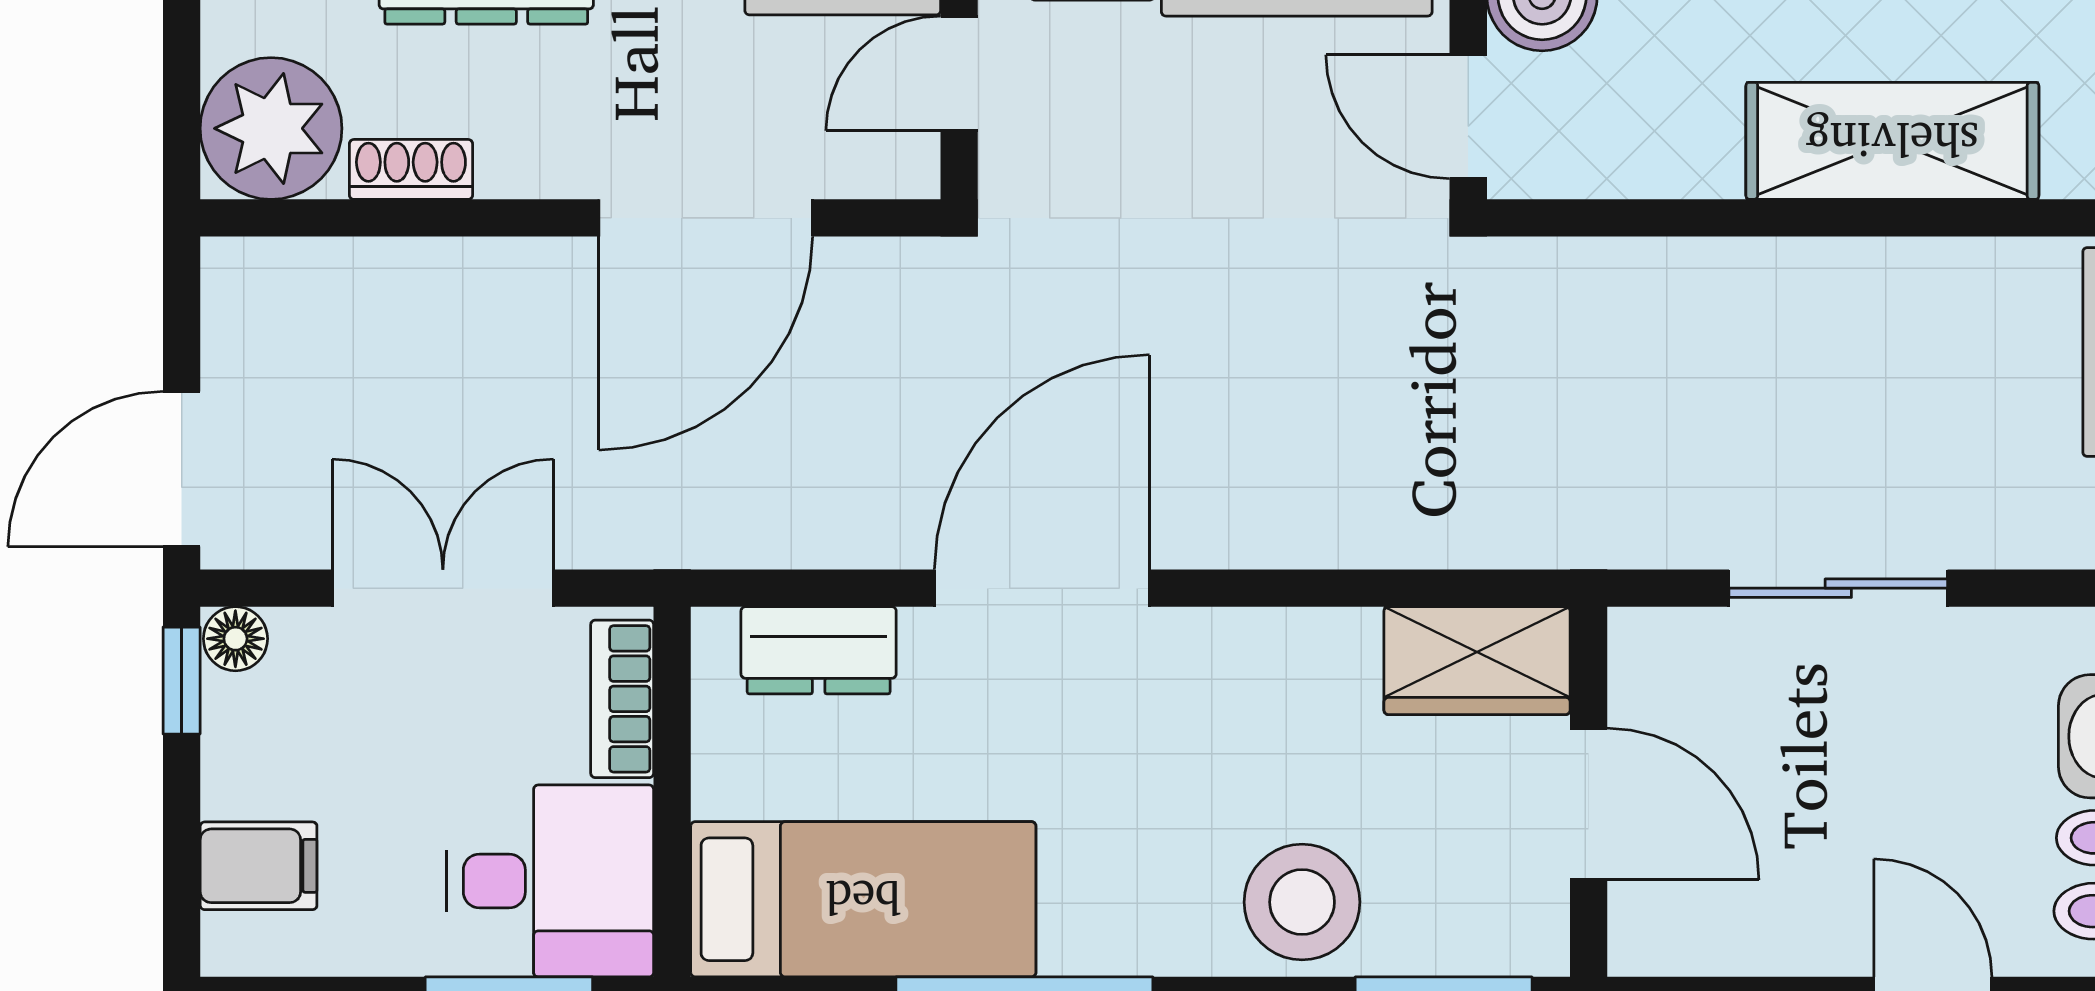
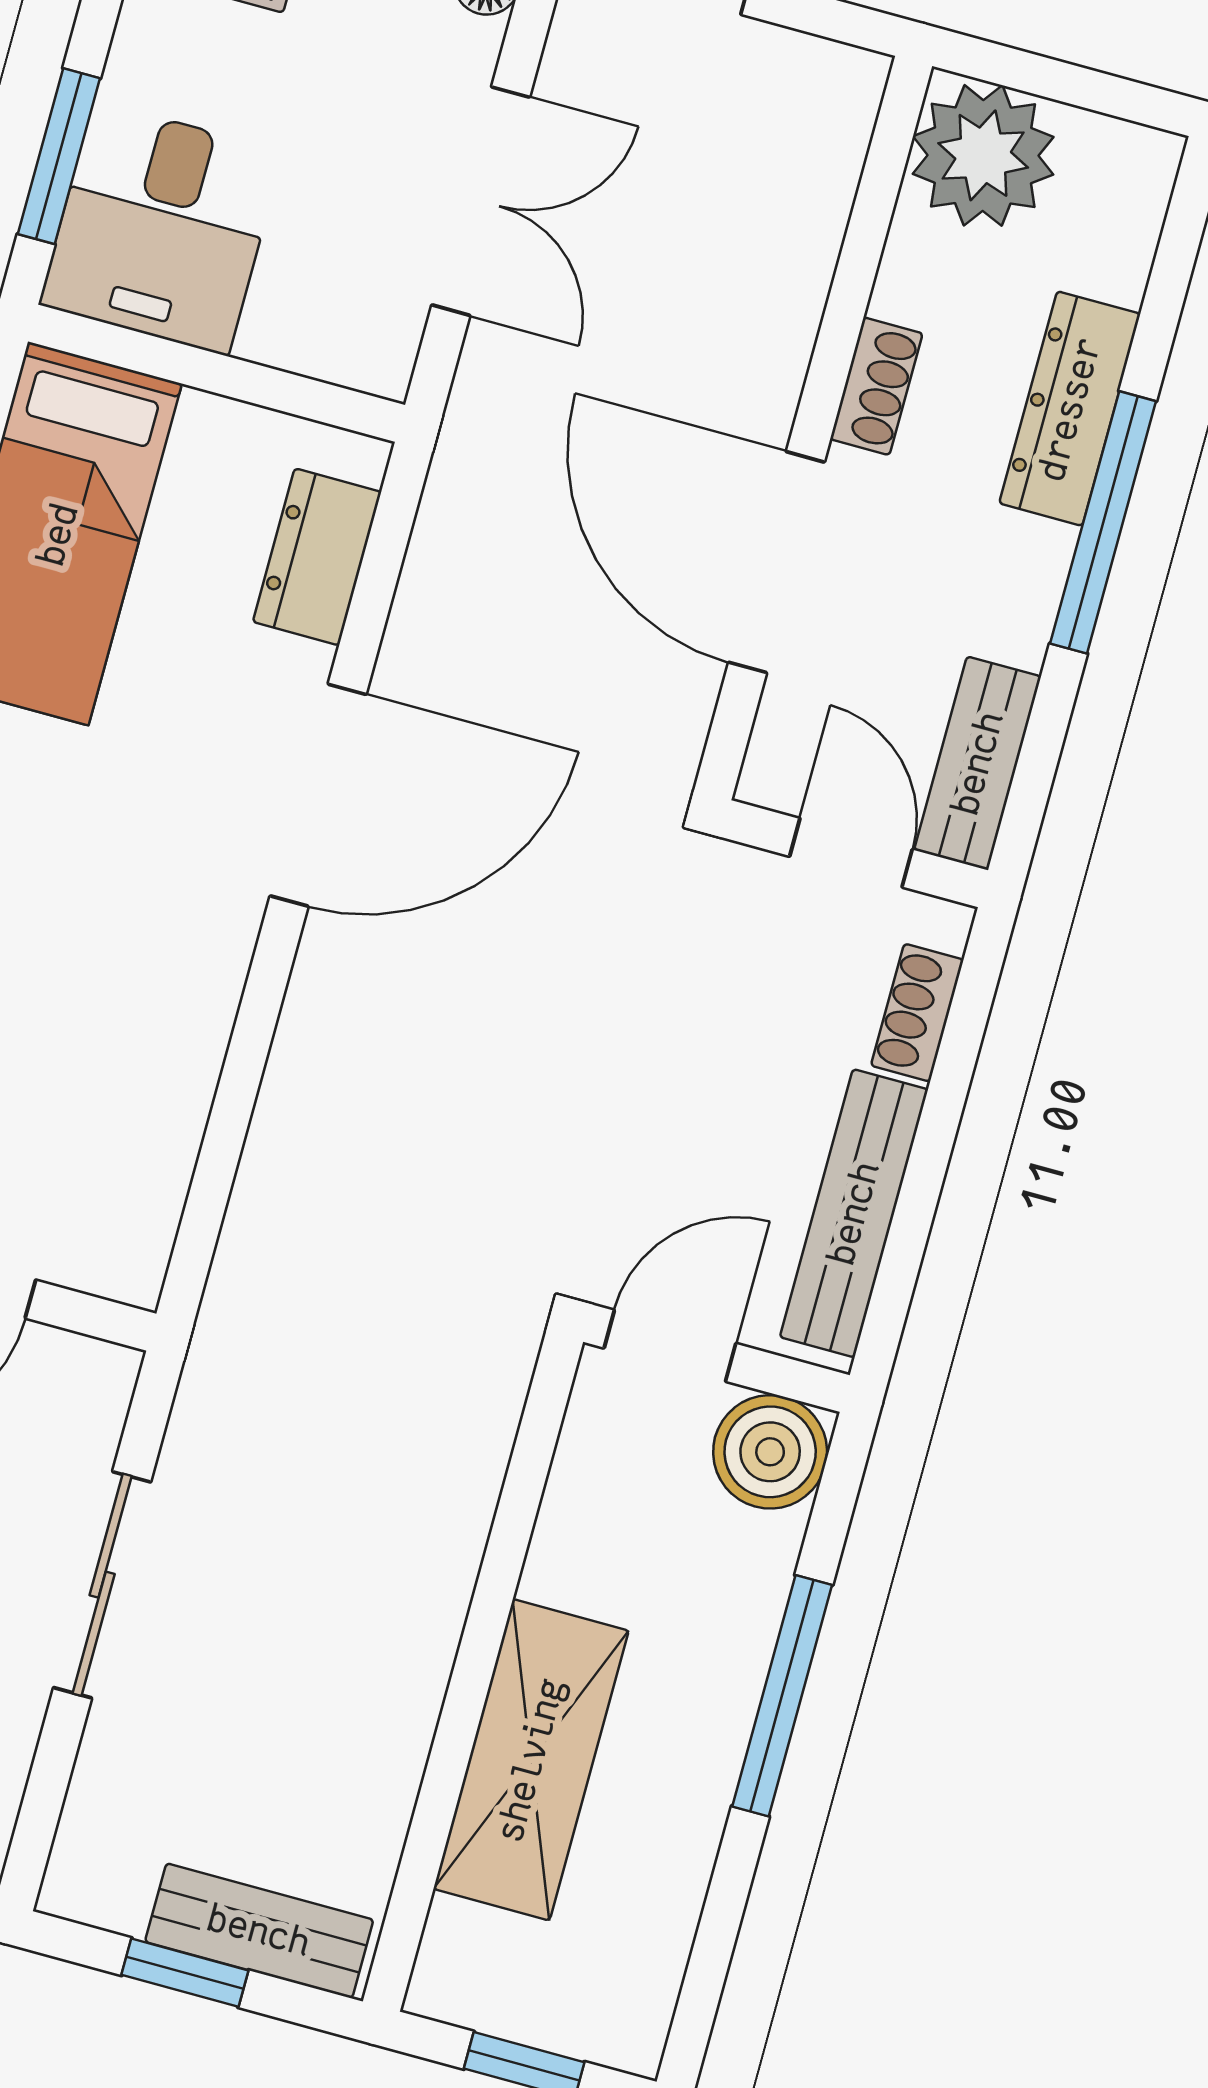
shoe rack: (411, 169) -> (876, 386), moved
door: (1042, 588) -> (318, 795), hinge flipped
wardrobe: (1477, 661) -> (128, 1207), removed
bookcase: (622, 699) -> (322, 349), removed

